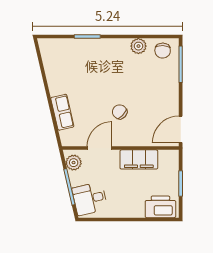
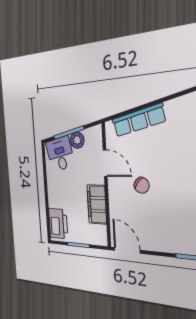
row of seats: (62, 112) -> (139, 120), width x1.48
chair: (120, 112) -> (142, 185), turned 87
plant: (74, 163) -> (77, 140), moved

